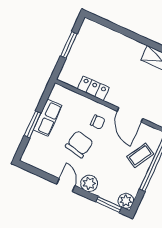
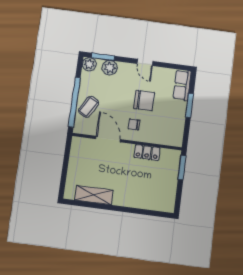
window: (69, 45) -> (182, 168), moved
row of seats: (48, 118) -> (182, 85), moved
chair: (79, 144) -> (144, 101), turned -102
plant: (89, 183) -> (110, 68), moved

